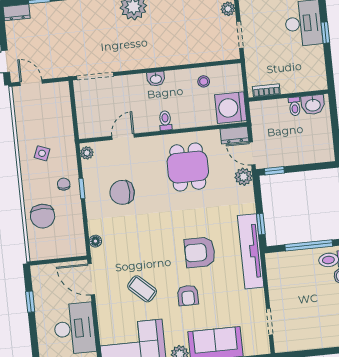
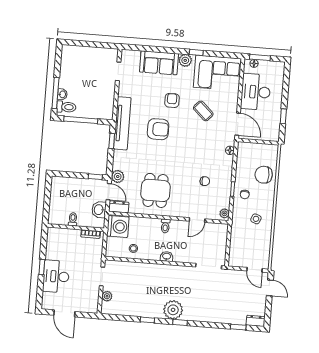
washbasin: (313, 105) -> (99, 210), moved, turned -90
chair: (122, 192) -> (205, 181), width x0.54, depth x0.54
chair: (43, 216) -> (264, 175), turned -90

